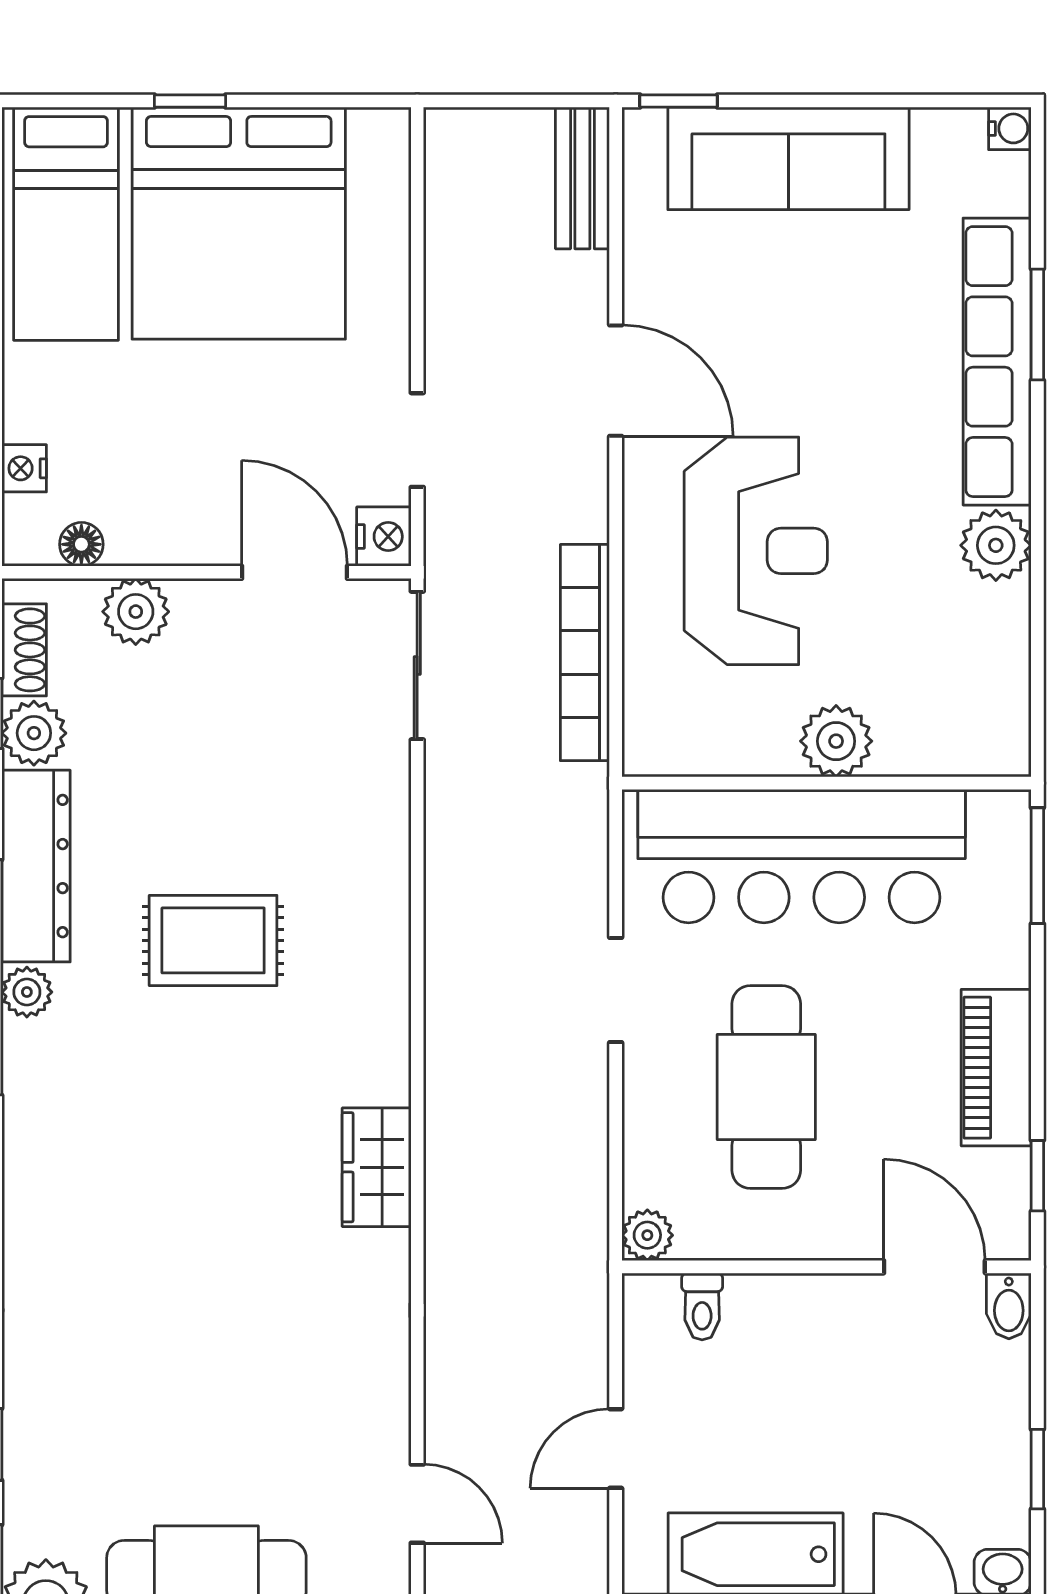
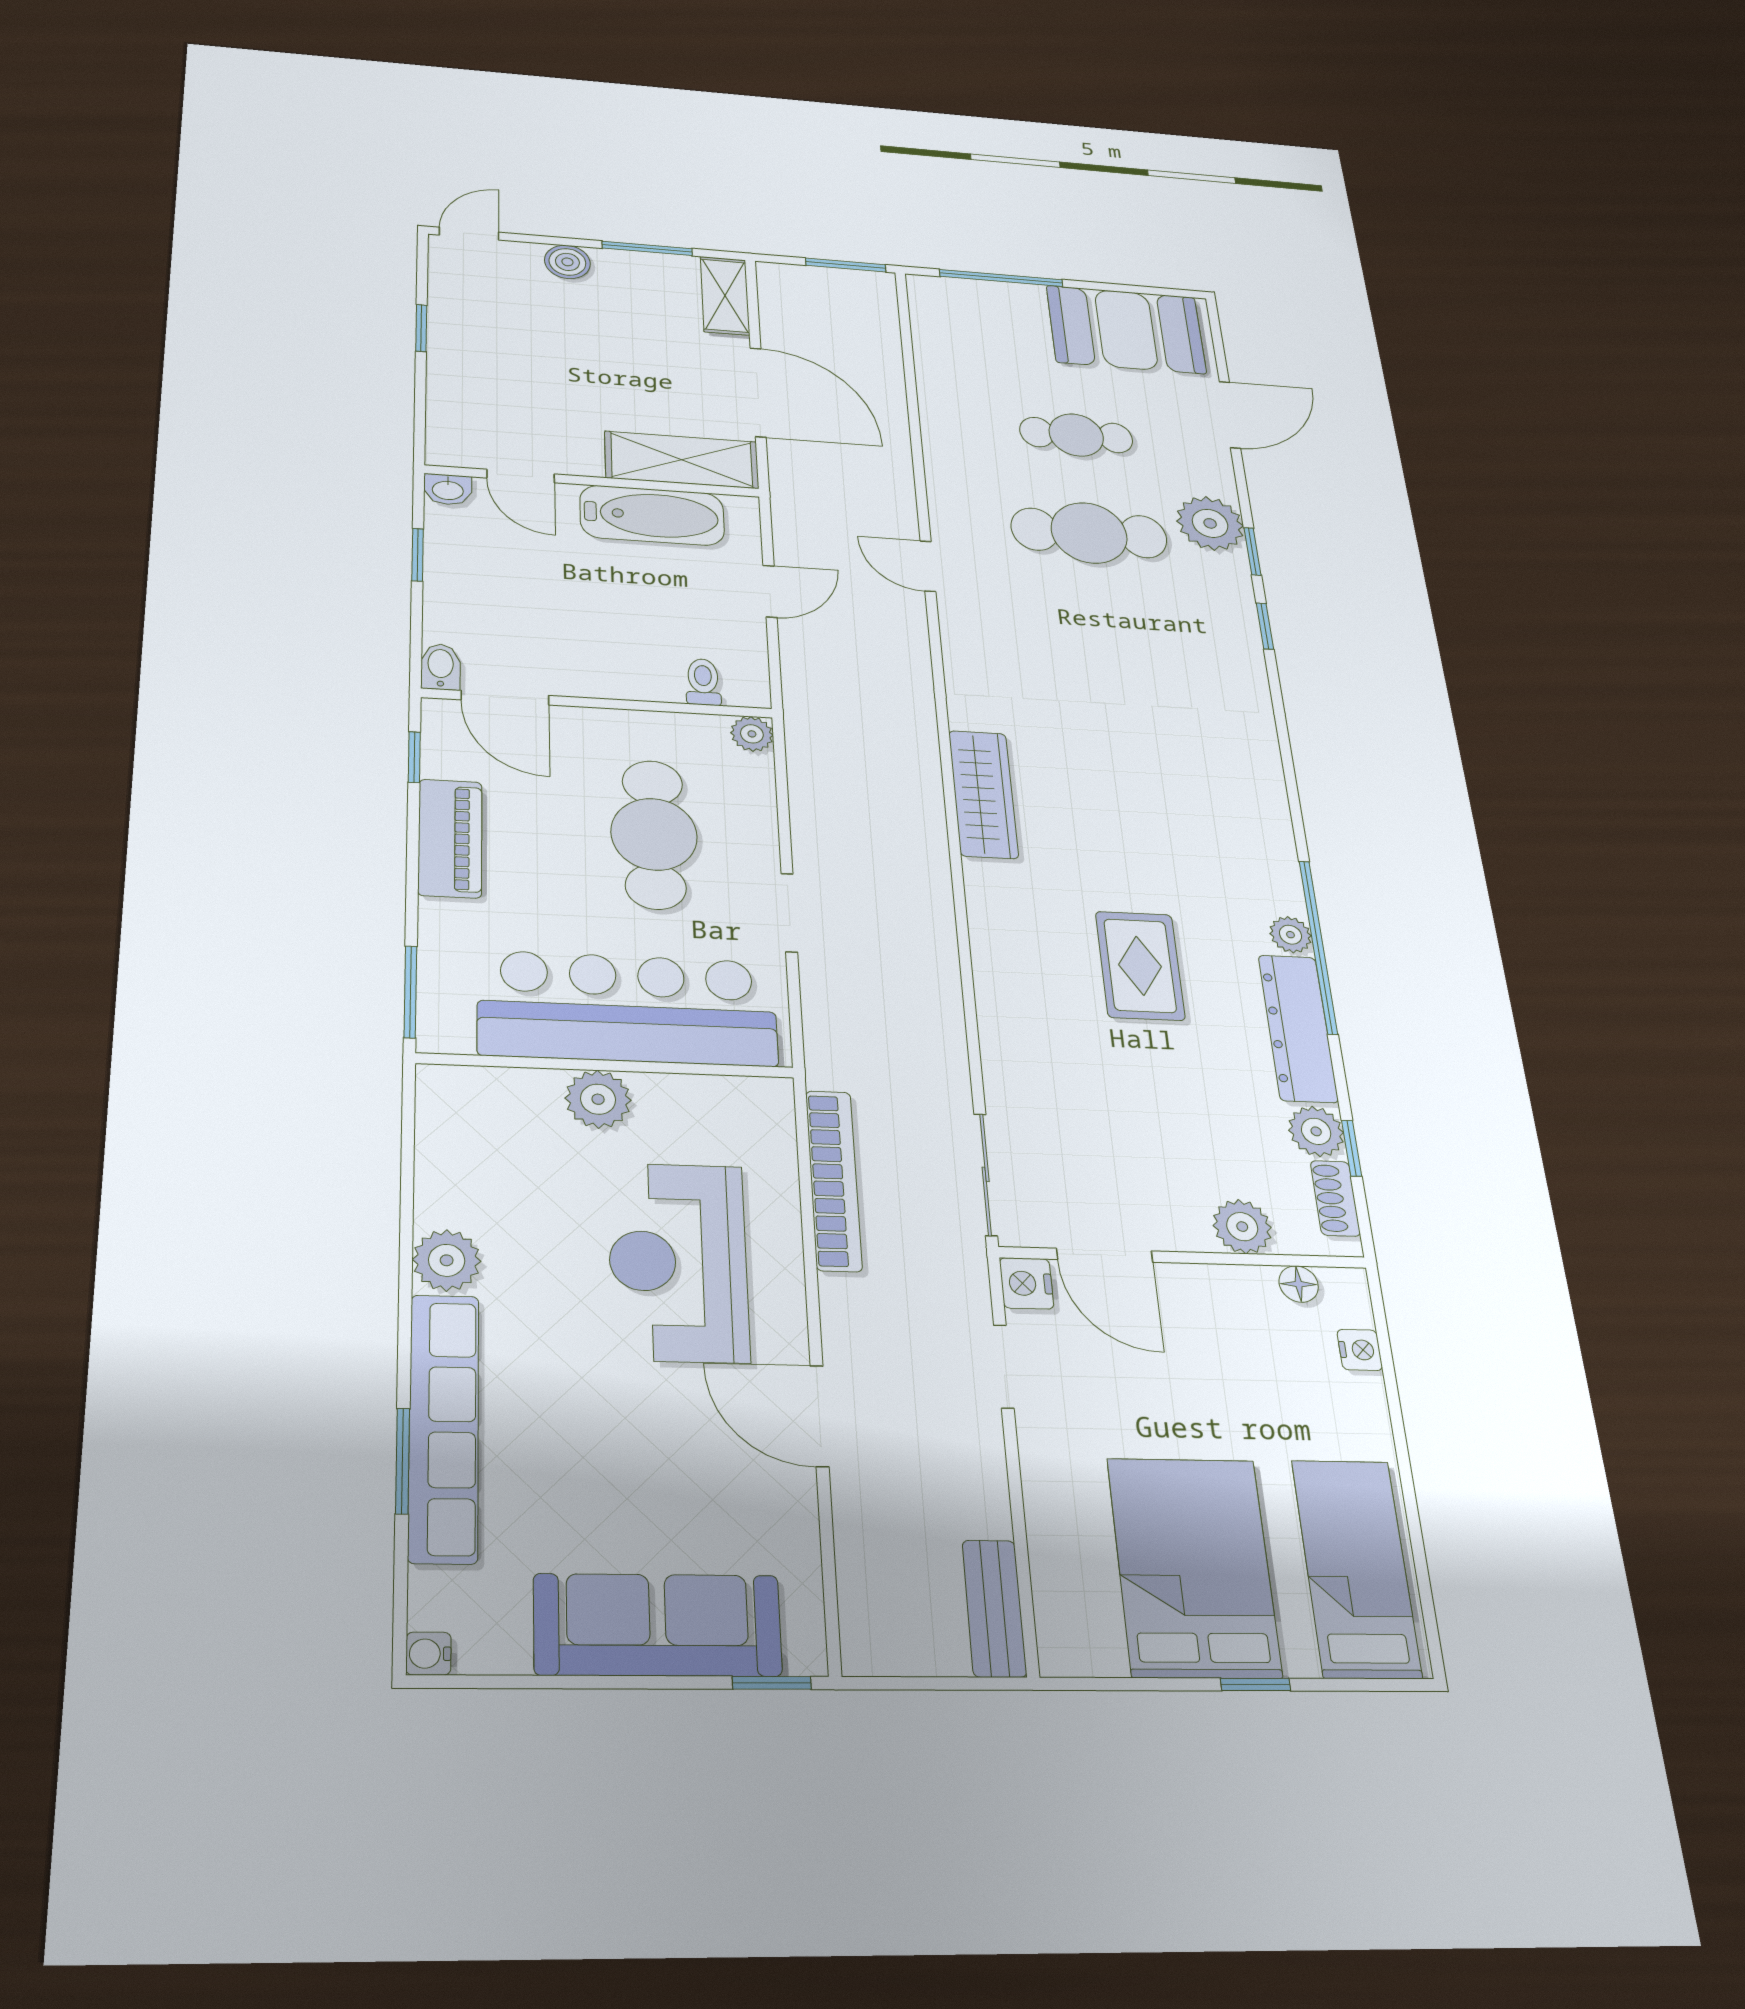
bench: (582, 178) -> (994, 1608), moved
bed: (239, 223) -> (1194, 1567), width x0.73
rug: (213, 940) -> (1140, 966), turned 90
wardrobe: (377, 1167) -> (983, 794), width x1.50

